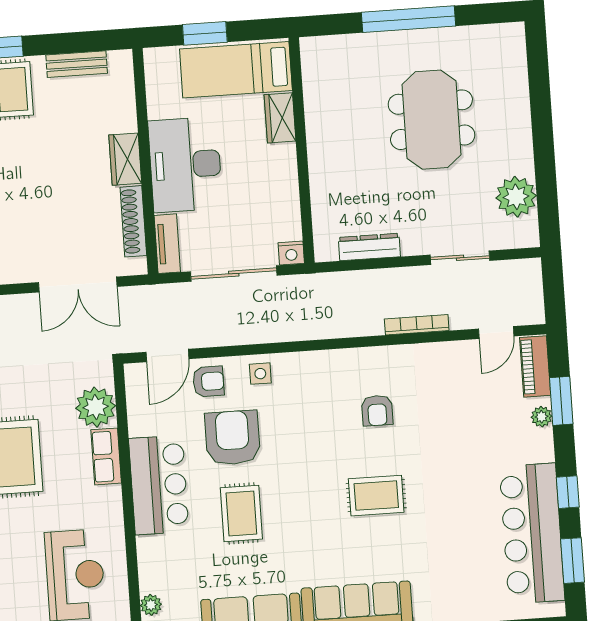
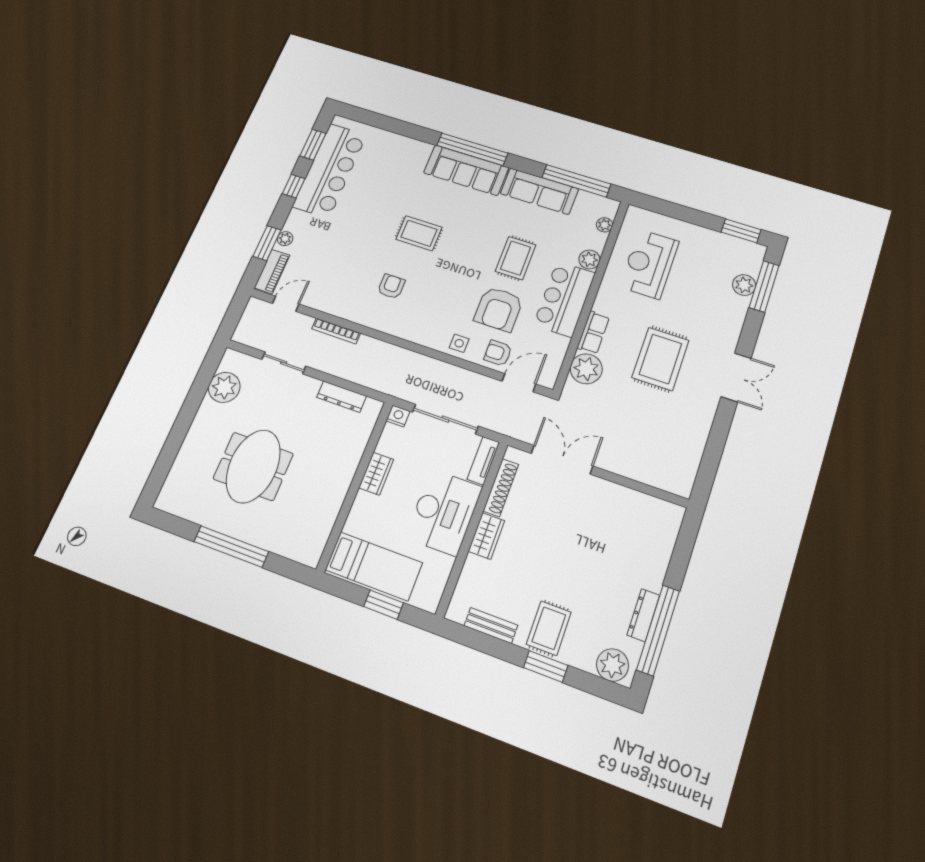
wardrobe: (280, 118) -> (376, 474), moved
plant: (150, 550) -> (589, 259), added

